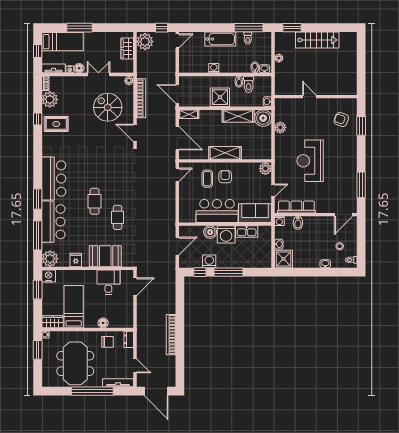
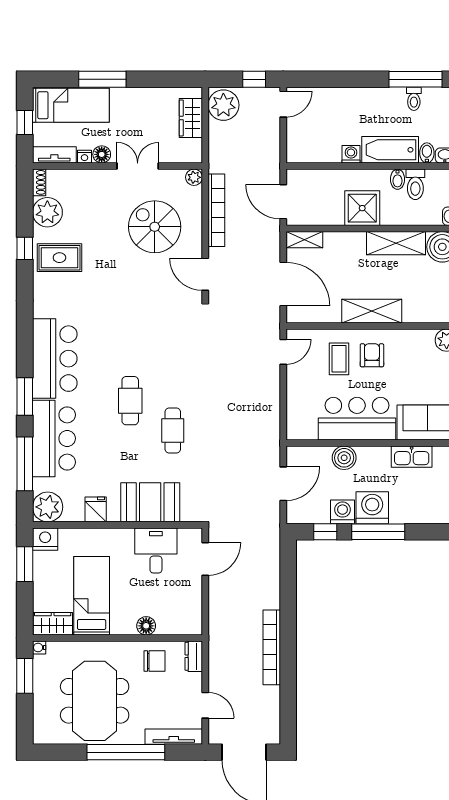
bathtub: (220, 39) -> (390, 150), moved, turned 180
washing machine: (226, 234) -> (372, 508), moved, turned 180

